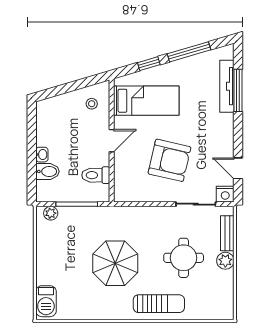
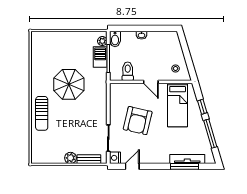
bidet: (48, 171) -> (115, 39), moved
round table: (184, 258) -> (72, 130), removed
barbecue: (46, 301) -> (100, 57), moved, turned 90

